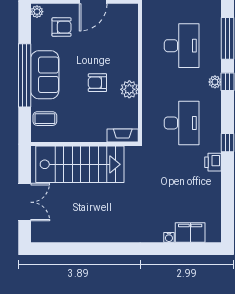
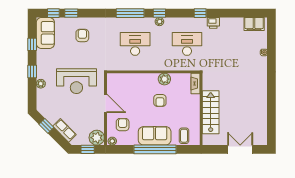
stairs: (80, 164) -> (211, 112), width x0.73, depth x0.66
filing cabinet: (190, 233) -> (254, 24), moved, turned -90

